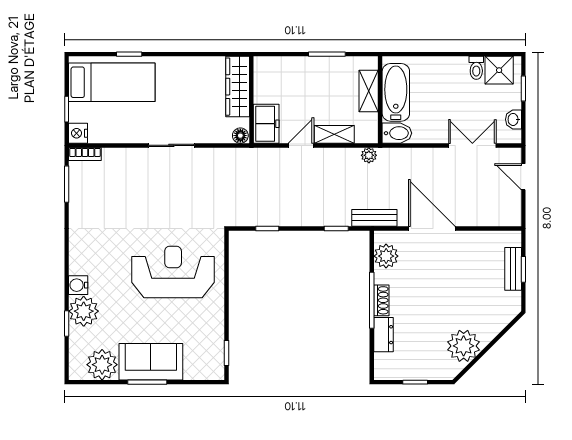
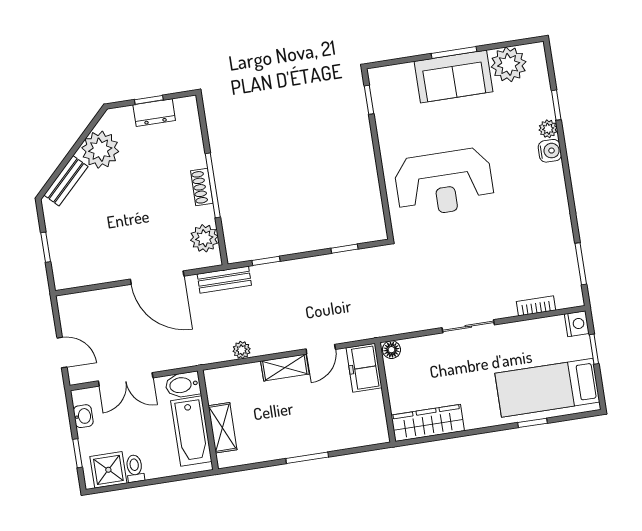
wardrobe: (238, 87) -> (428, 423), moved, turned -90
shelving: (369, 91) -> (223, 428), moved
bathtub: (396, 92) -> (191, 431), moved
wall: (380, 100) -> (208, 420), moved
bidet: (397, 133) -> (183, 385), moved
bookcase: (85, 154) -> (536, 306), moved
bench: (513, 269) -> (66, 181), moved, turned 45
plant: (84, 311) -> (548, 129), width x0.53, depth x0.53
dresser: (384, 335) -> (154, 113), moved, turned -90

